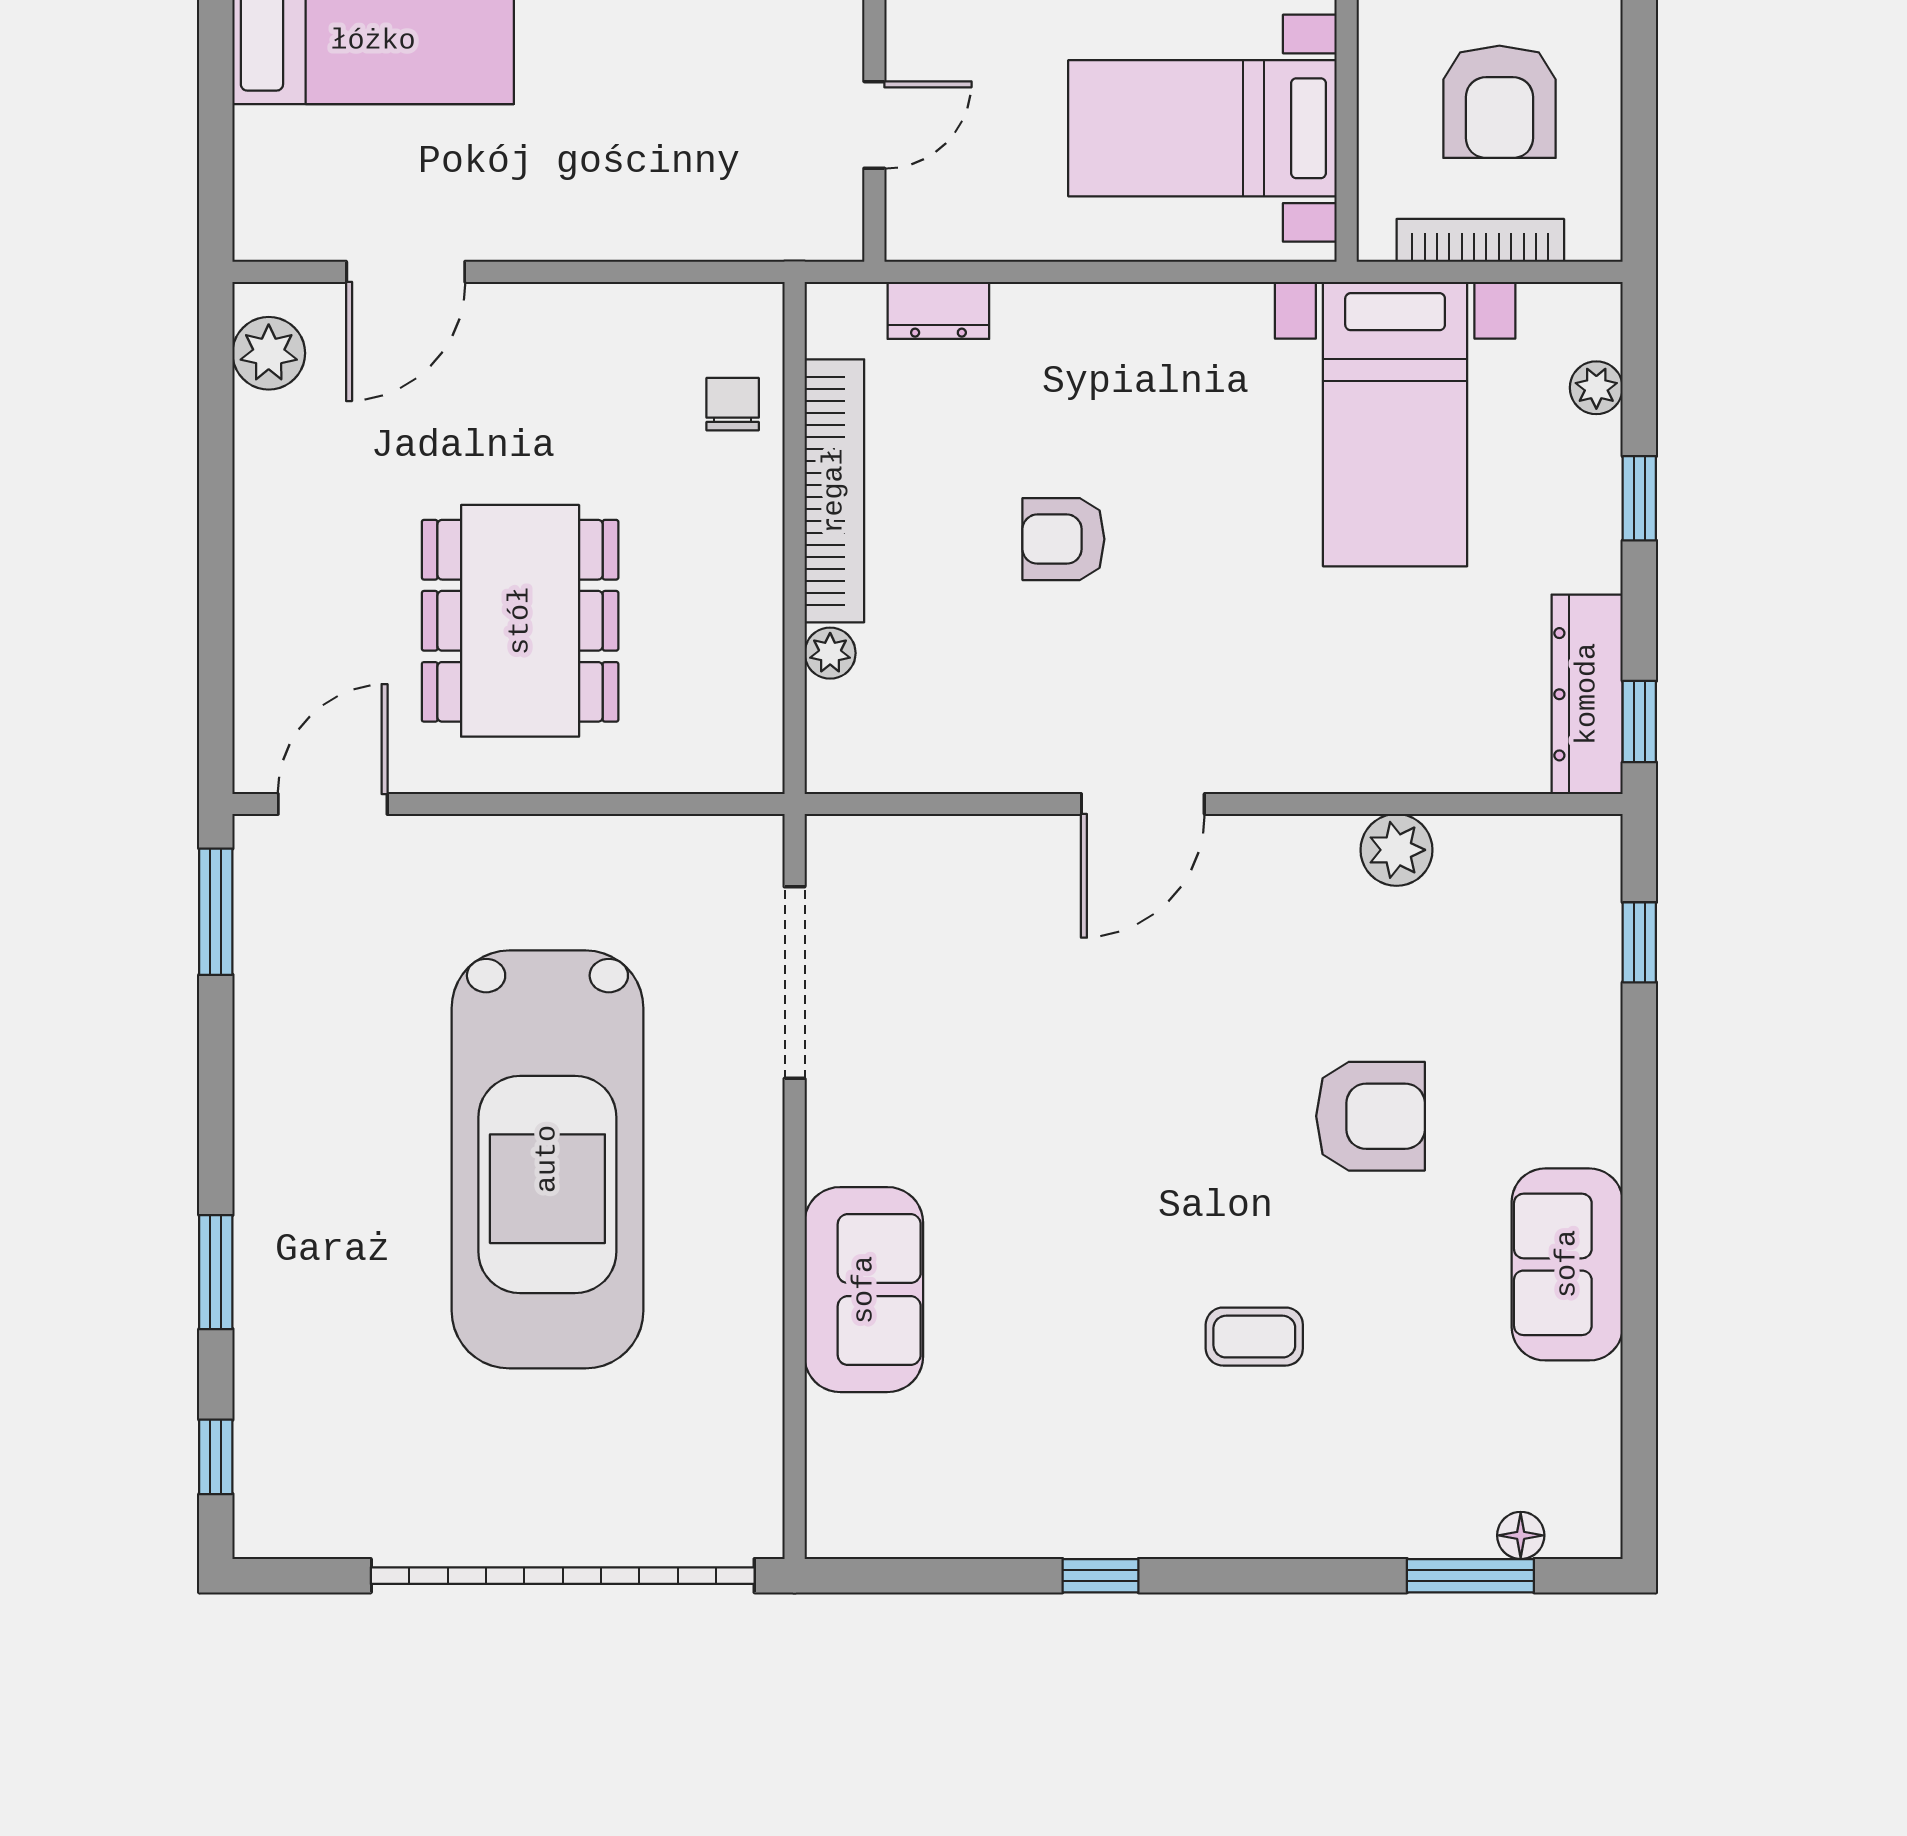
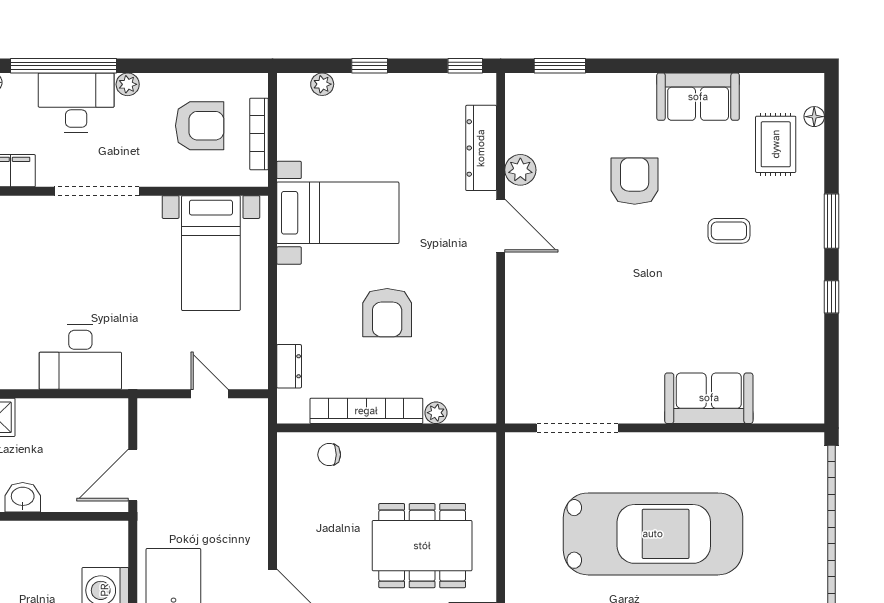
bed with nightstands: (1395, 424) -> (338, 213), moved
armchair: (1063, 539) -> (387, 313), width x1.38, depth x1.38
dresser: (1587, 694) -> (481, 148), moved, turned 90
door: (1143, 804) -> (501, 226), moved
window: (1639, 942) -> (560, 66), width x1.50
coffee table: (1254, 1337) -> (729, 231), turned 90
rug: (1456, 1446) -> (776, 144), added
window: (1470, 1576) -> (831, 221), moved

